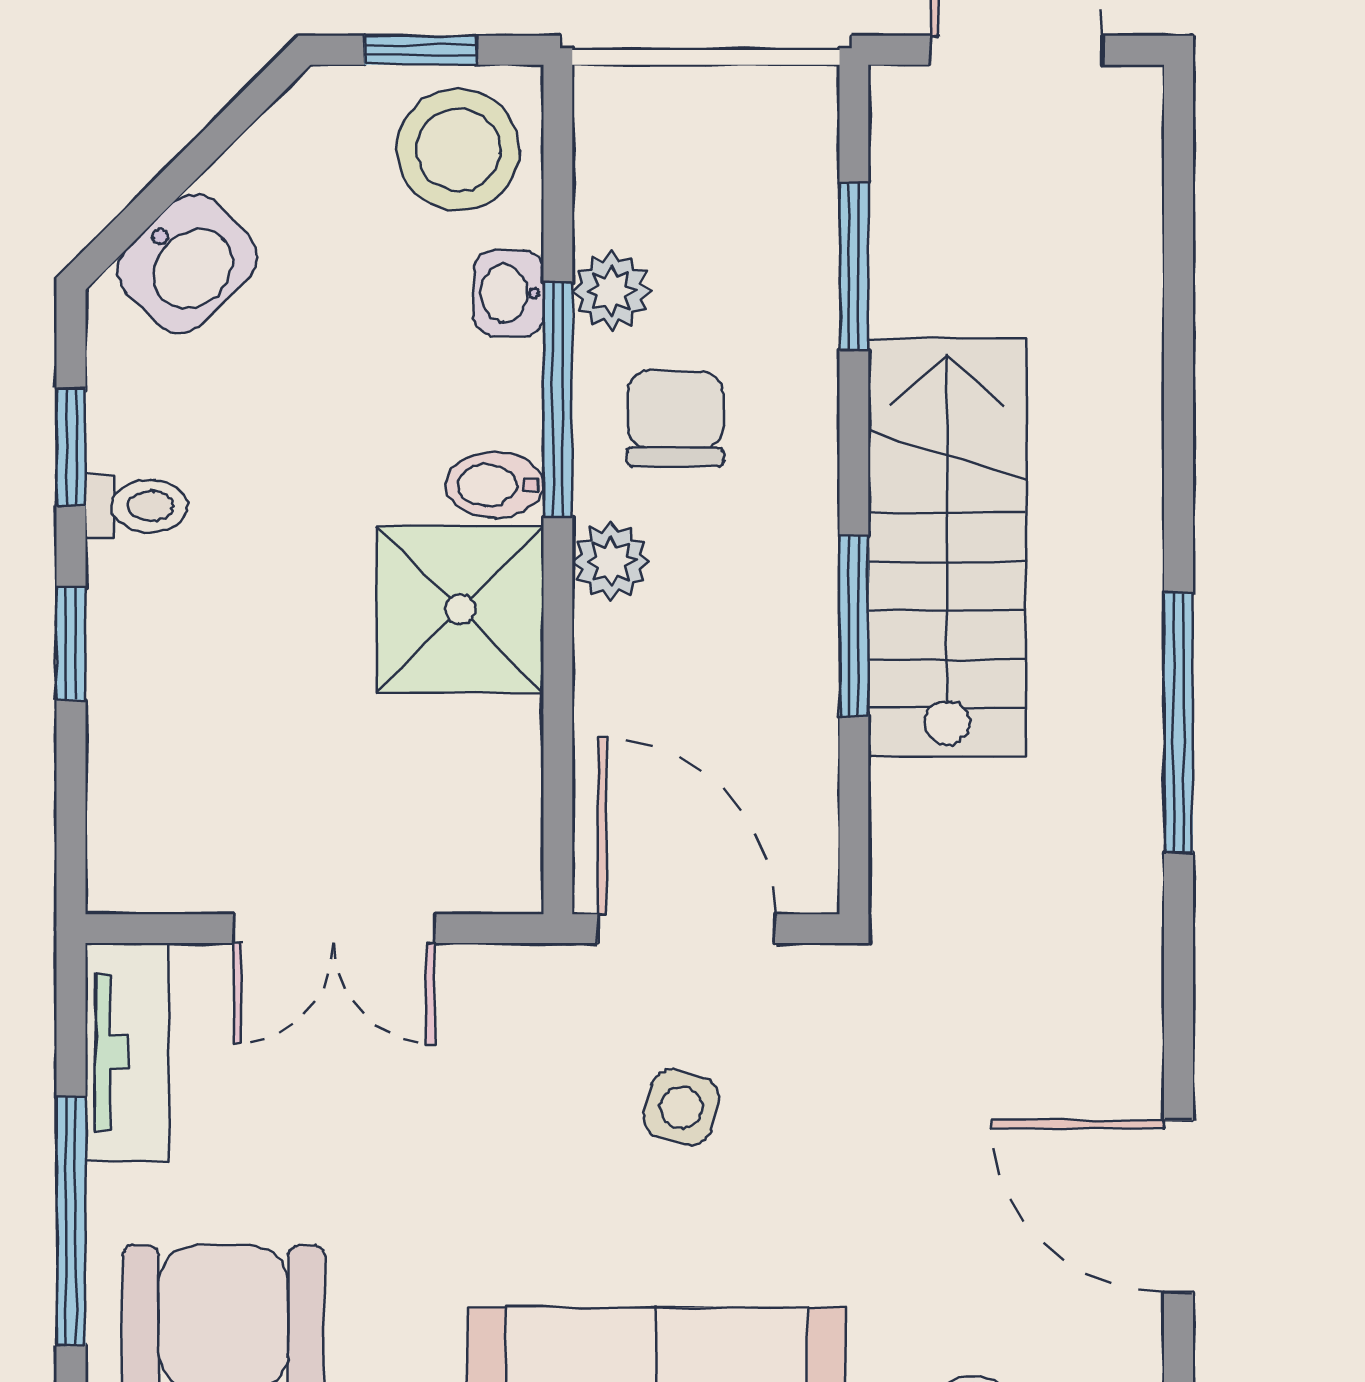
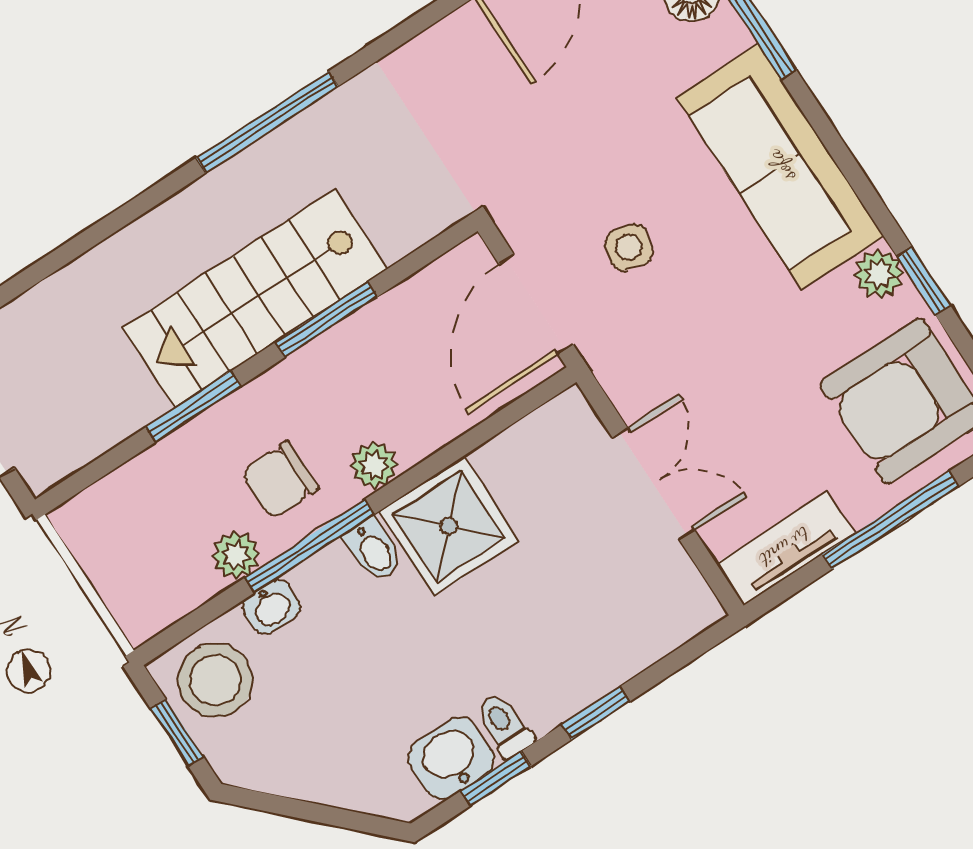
washbasin: (187, 264) -> (451, 758), moved, turned -45
window: (854, 266) -> (193, 407), moved

